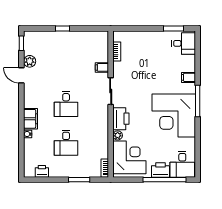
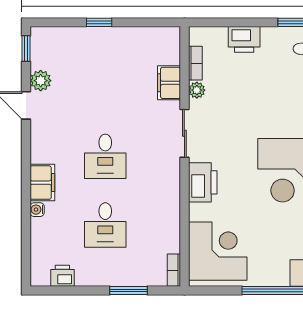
filing cabinet: (102, 67) -> (169, 83), width x2.00
plant: (118, 135) -> (197, 90), moved
printer: (160, 170) -> (244, 39), moved, turned 180

